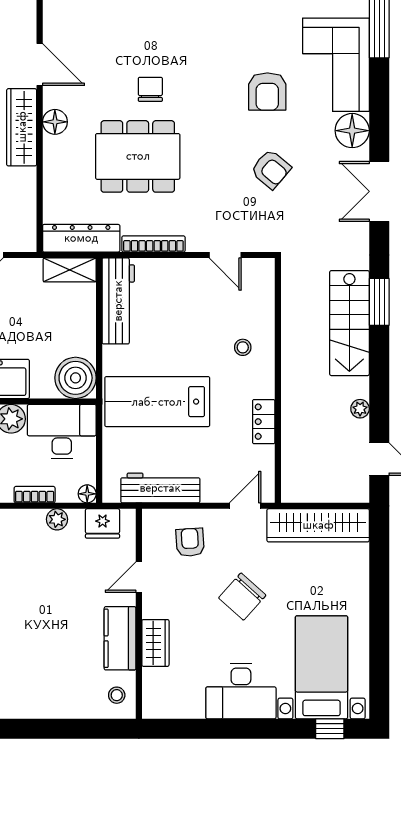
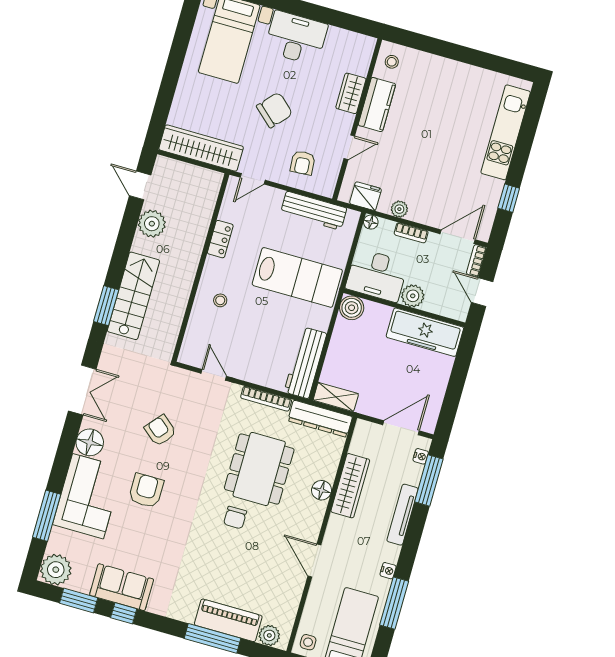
floor lamp: (55, 122) -> (322, 490), moved
wardrobe: (22, 127) -> (350, 486), moved
dining table: (138, 156) -> (259, 469), turned 90
boiler: (76, 378) -> (352, 308), width x0.73, depth x0.73
plant: (360, 409) -> (152, 224), width x1.87, depth x1.87

